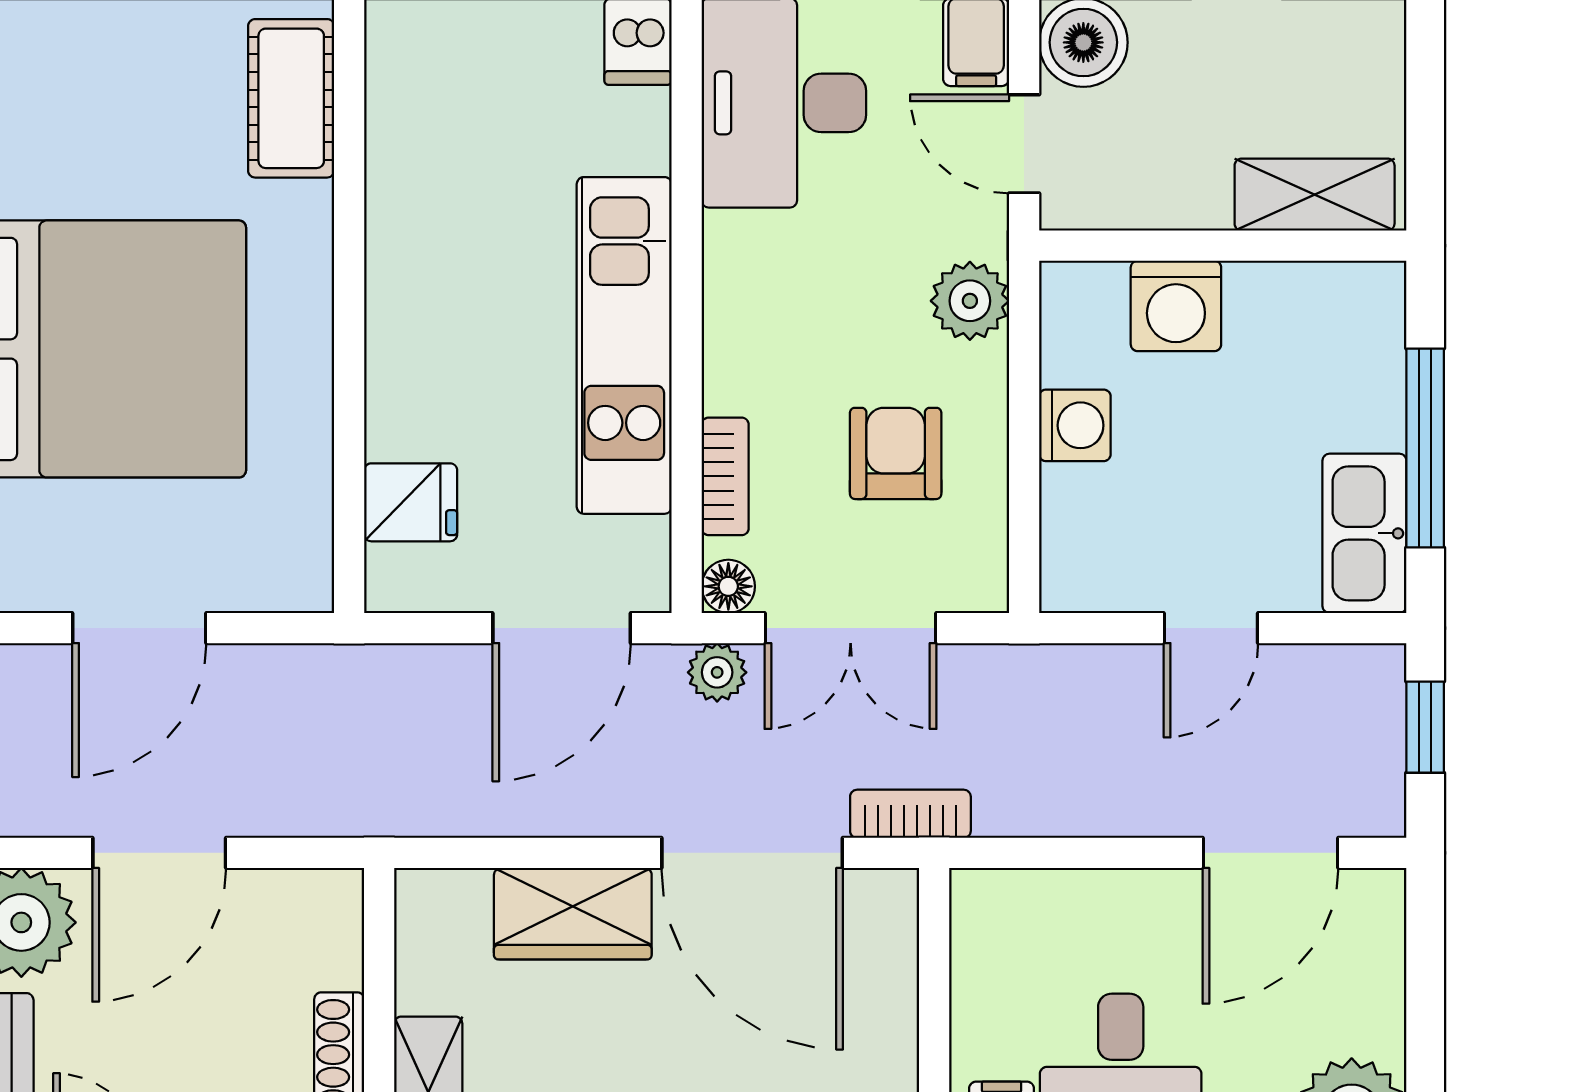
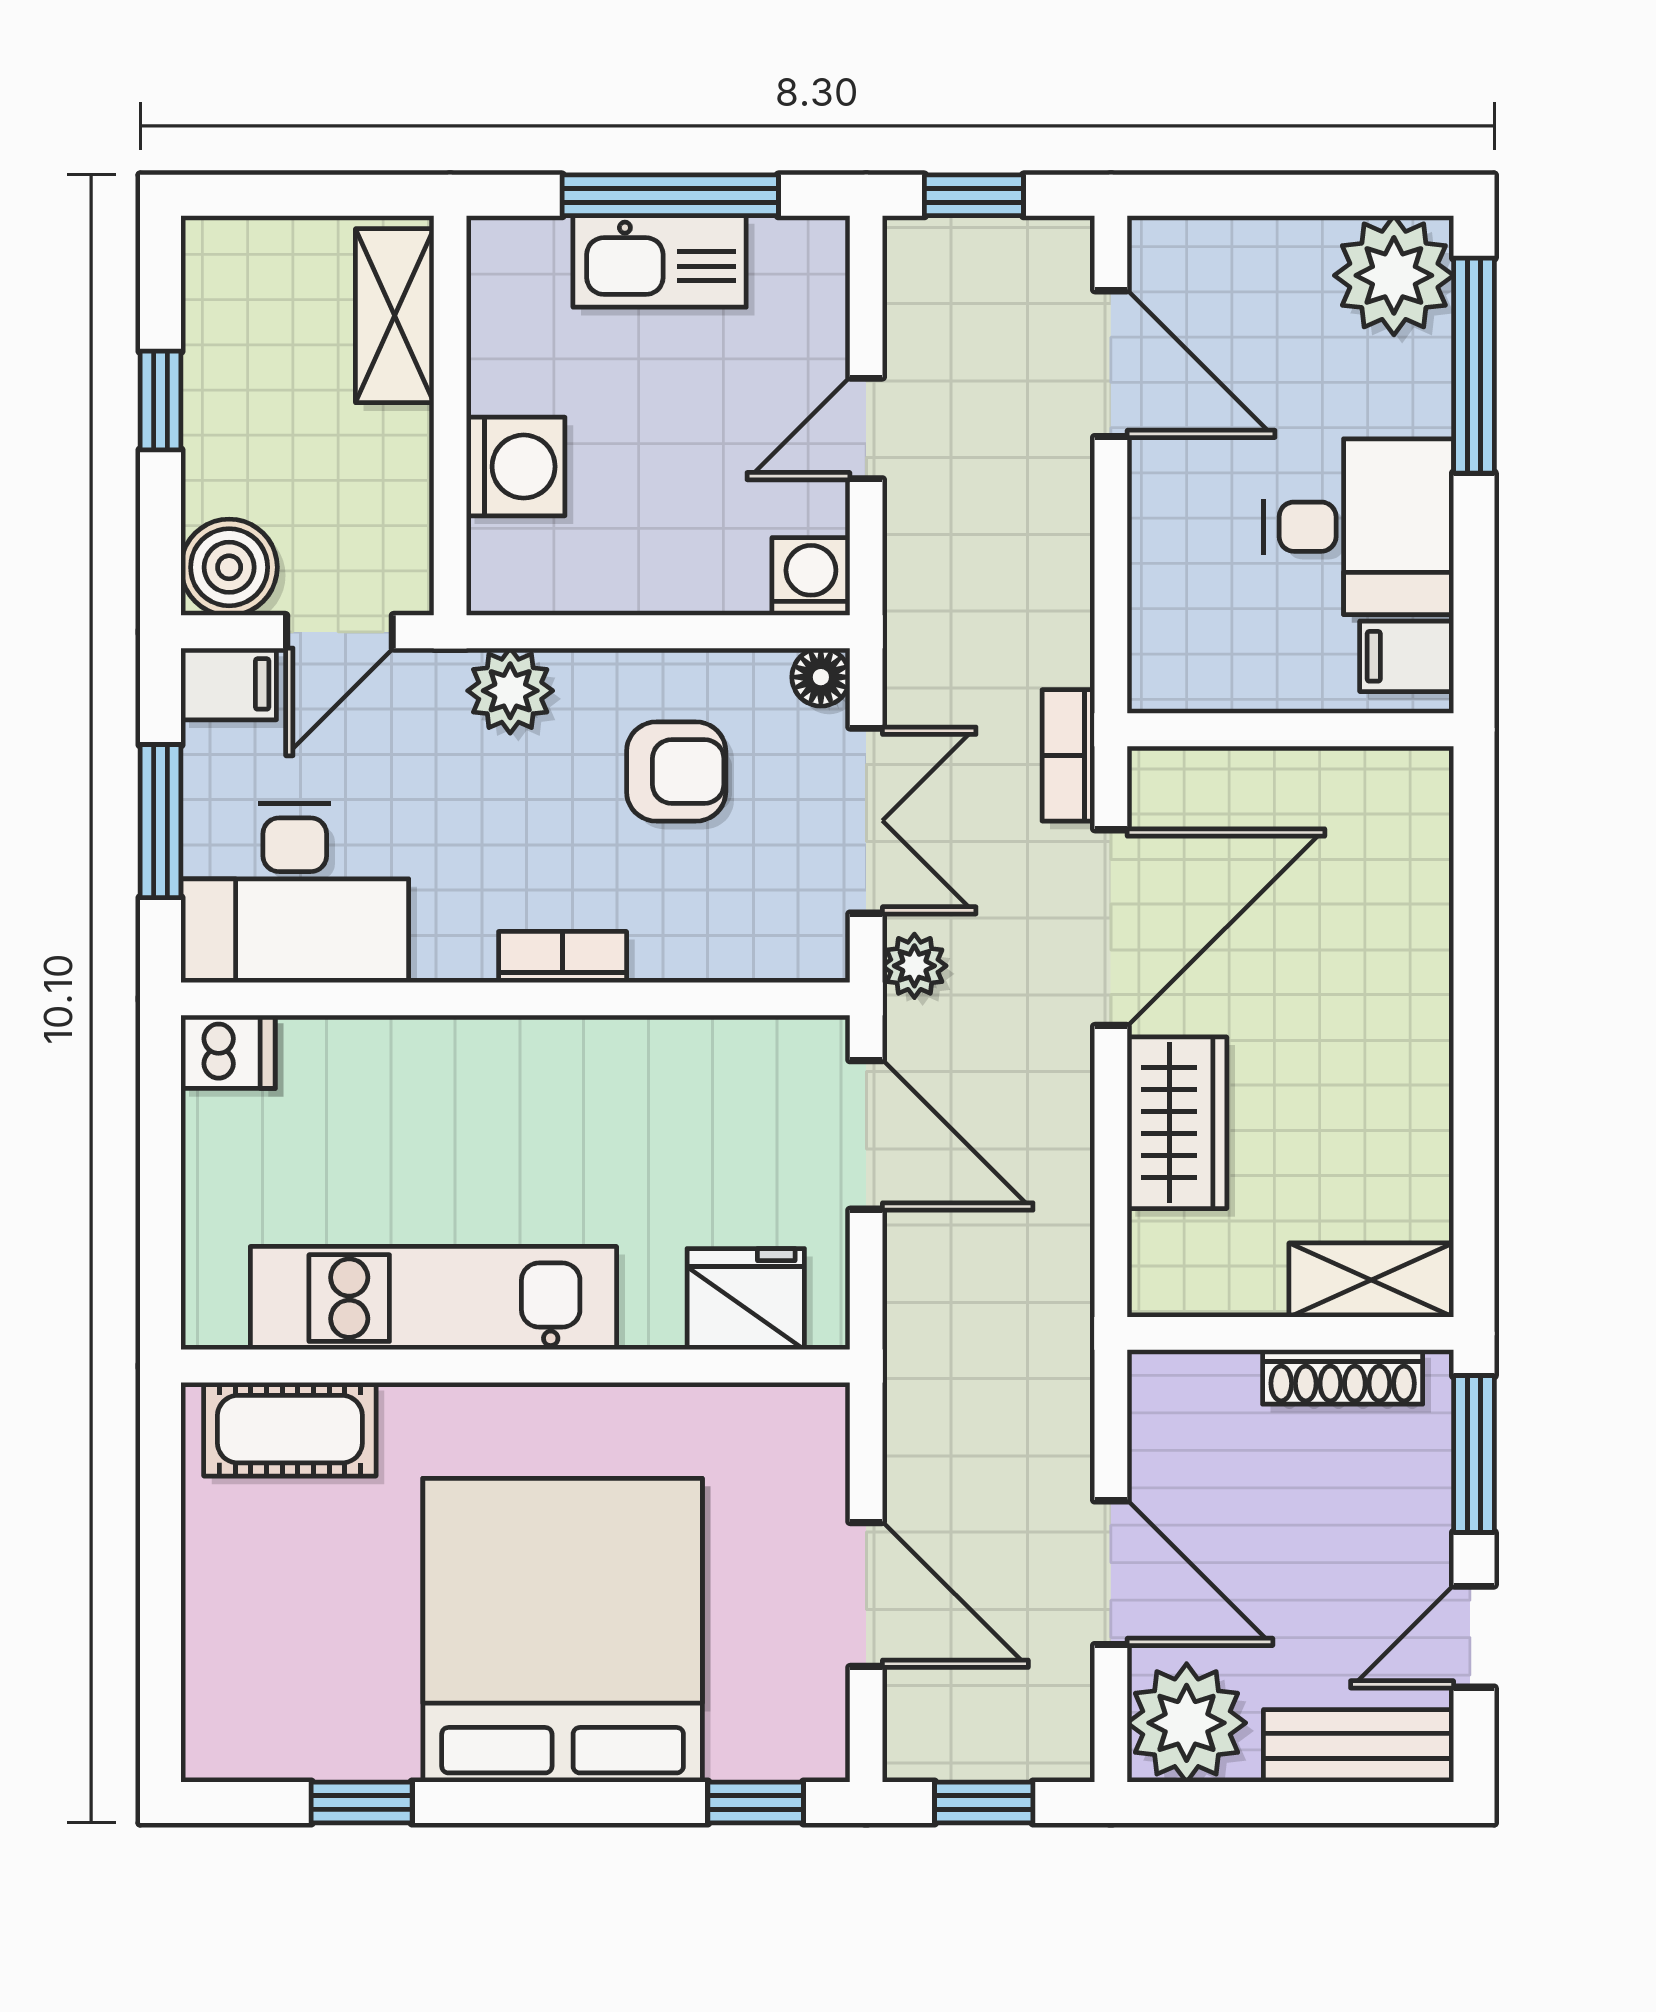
kitchen unit: (624, 345) -> (433, 1298), moved, turned 180
washing machine: (1075, 425) -> (811, 577), moved
armchair: (896, 453) -> (676, 772), turned 180
bookcase: (725, 476) -> (563, 957), moved
fridge: (411, 502) -> (746, 1299), width x1.38
kitchen sink: (1364, 533) -> (660, 261), moved
floor lamp: (728, 586) -> (821, 677), moved
door: (1211, 628) -> (866, 428), swing flipped

